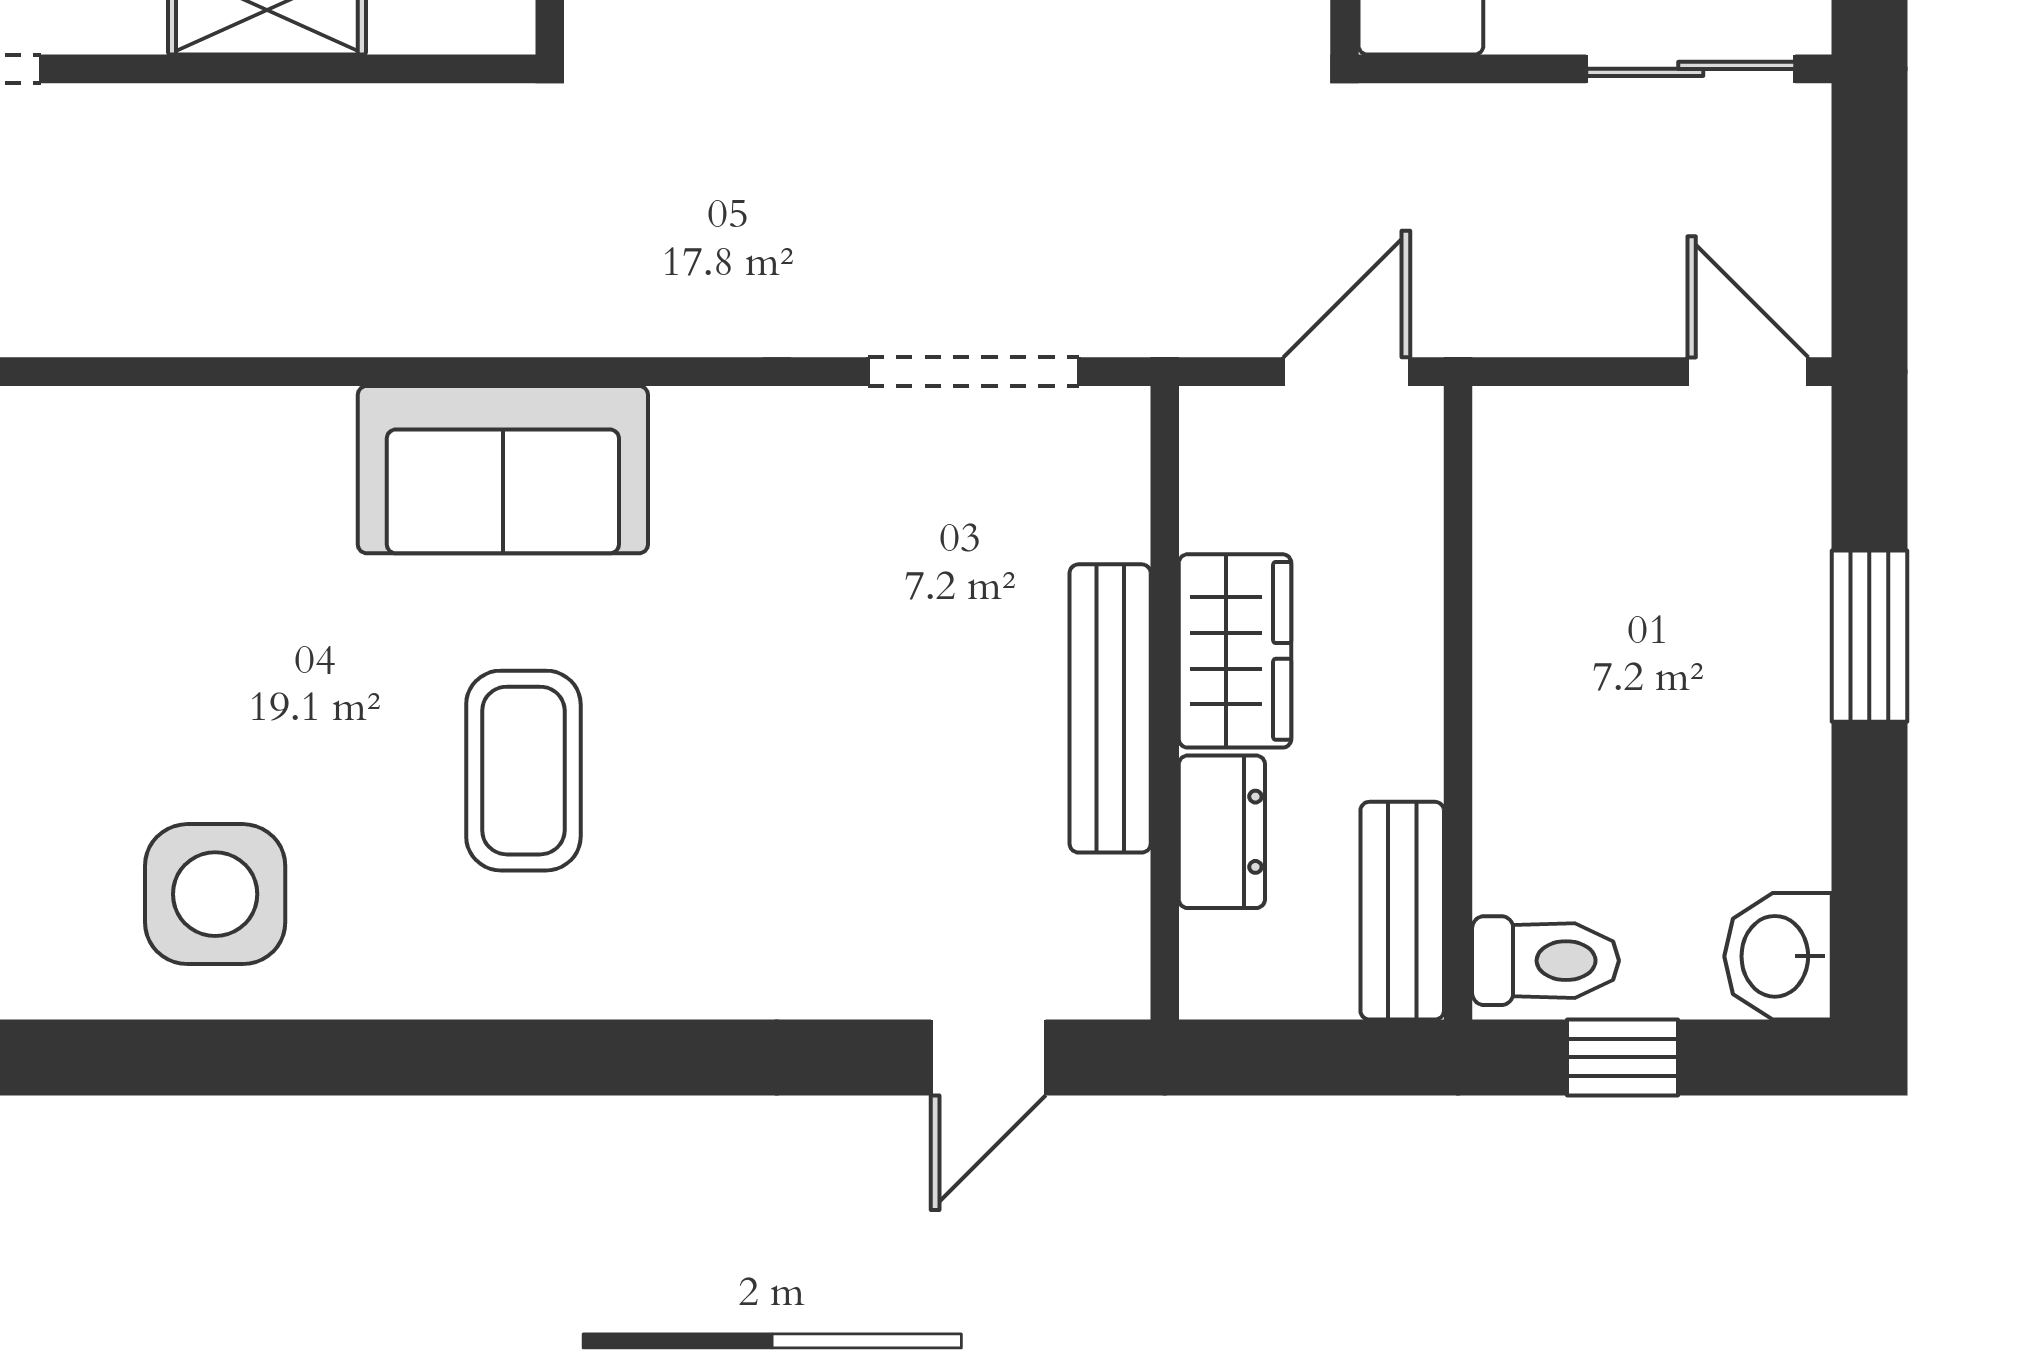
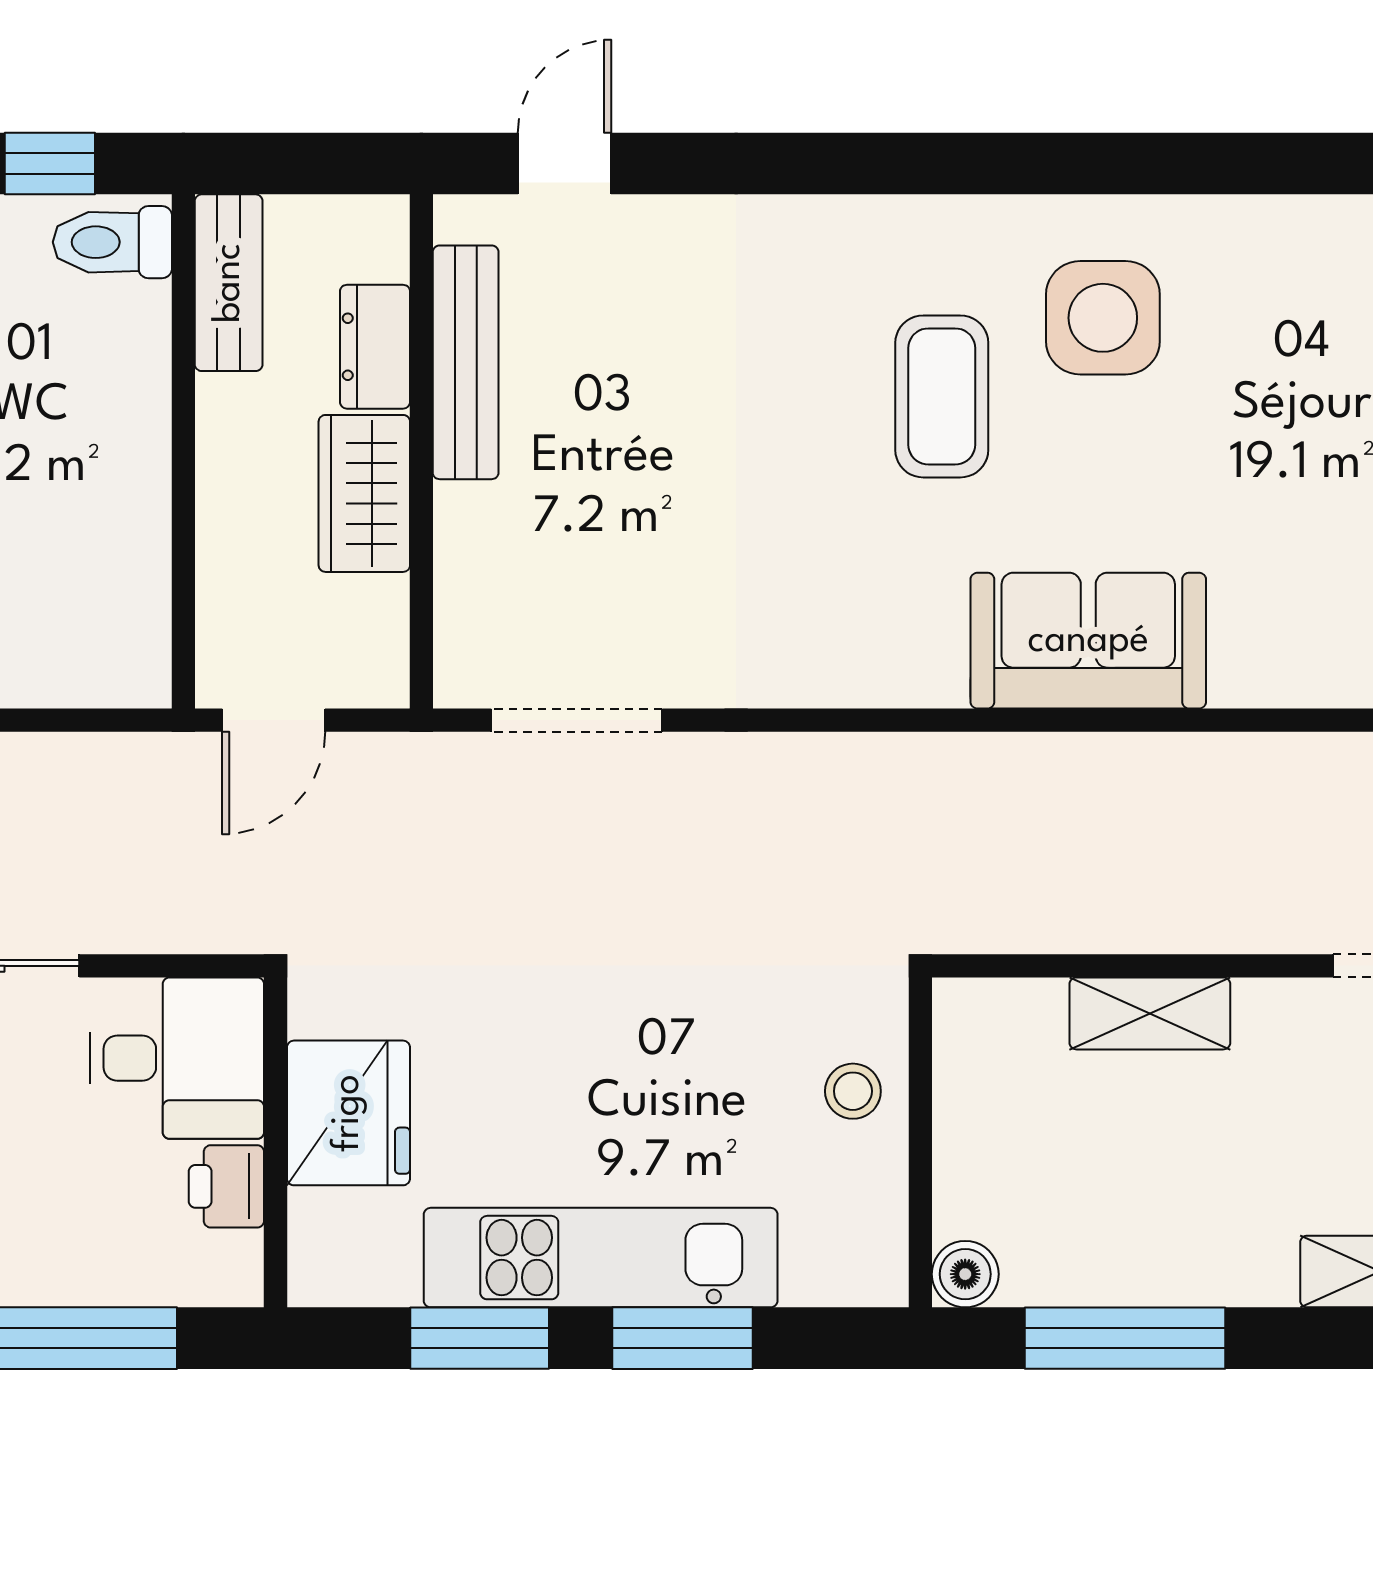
sofa: (503, 470) -> (1088, 641), moved
bench: (1110, 708) -> (466, 362), moved
side table: (215, 894) -> (1103, 318), moved

